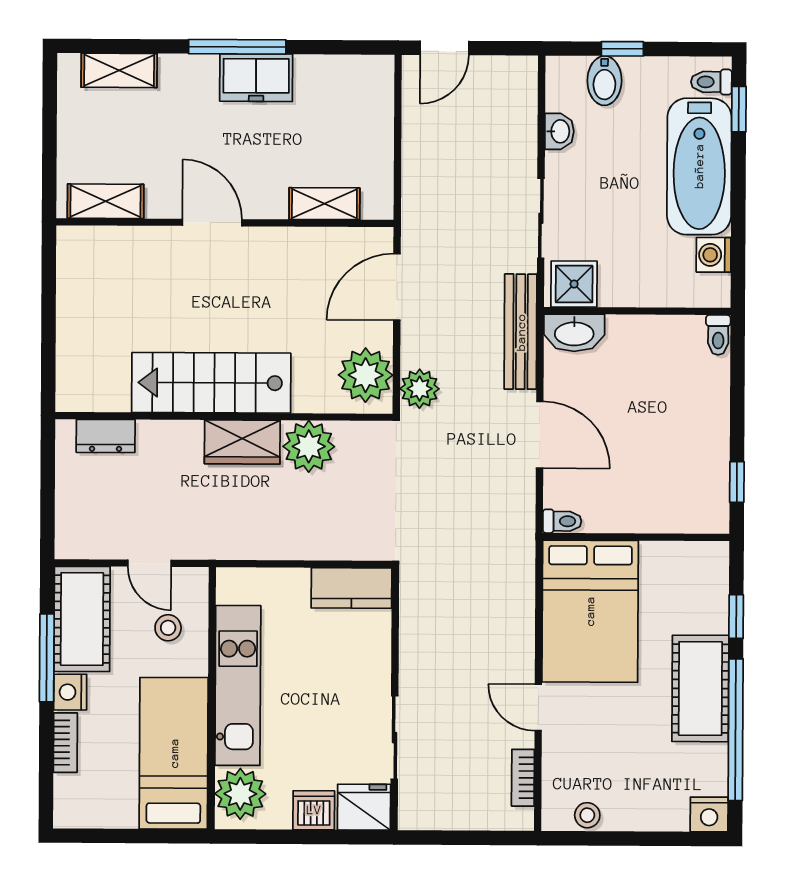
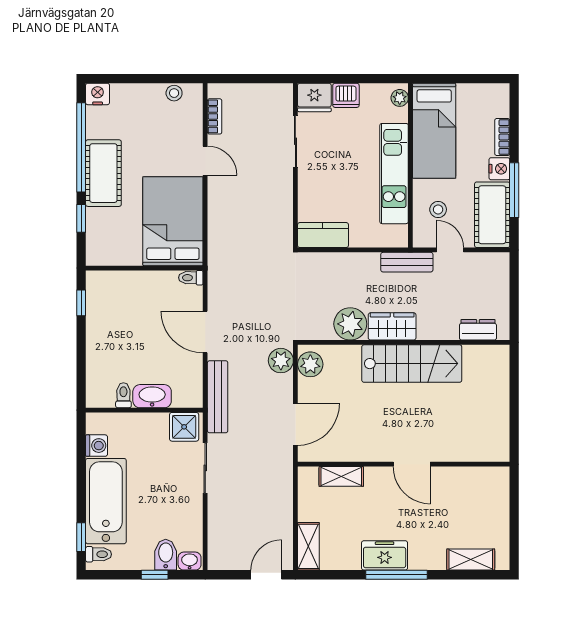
washbasin: (559, 131) -> (190, 561), moved, turned 90
shelving: (106, 201) -> (308, 546), moved, turned 90
washbasin: (574, 333) -> (152, 396), moved
toilet: (718, 335) -> (123, 395), moved
plant: (366, 375) -> (310, 364), width x0.73, depth x0.73
bench: (218, 544) -> (407, 262), added
plant: (240, 794) -> (400, 98), width x0.53, depth x0.53

